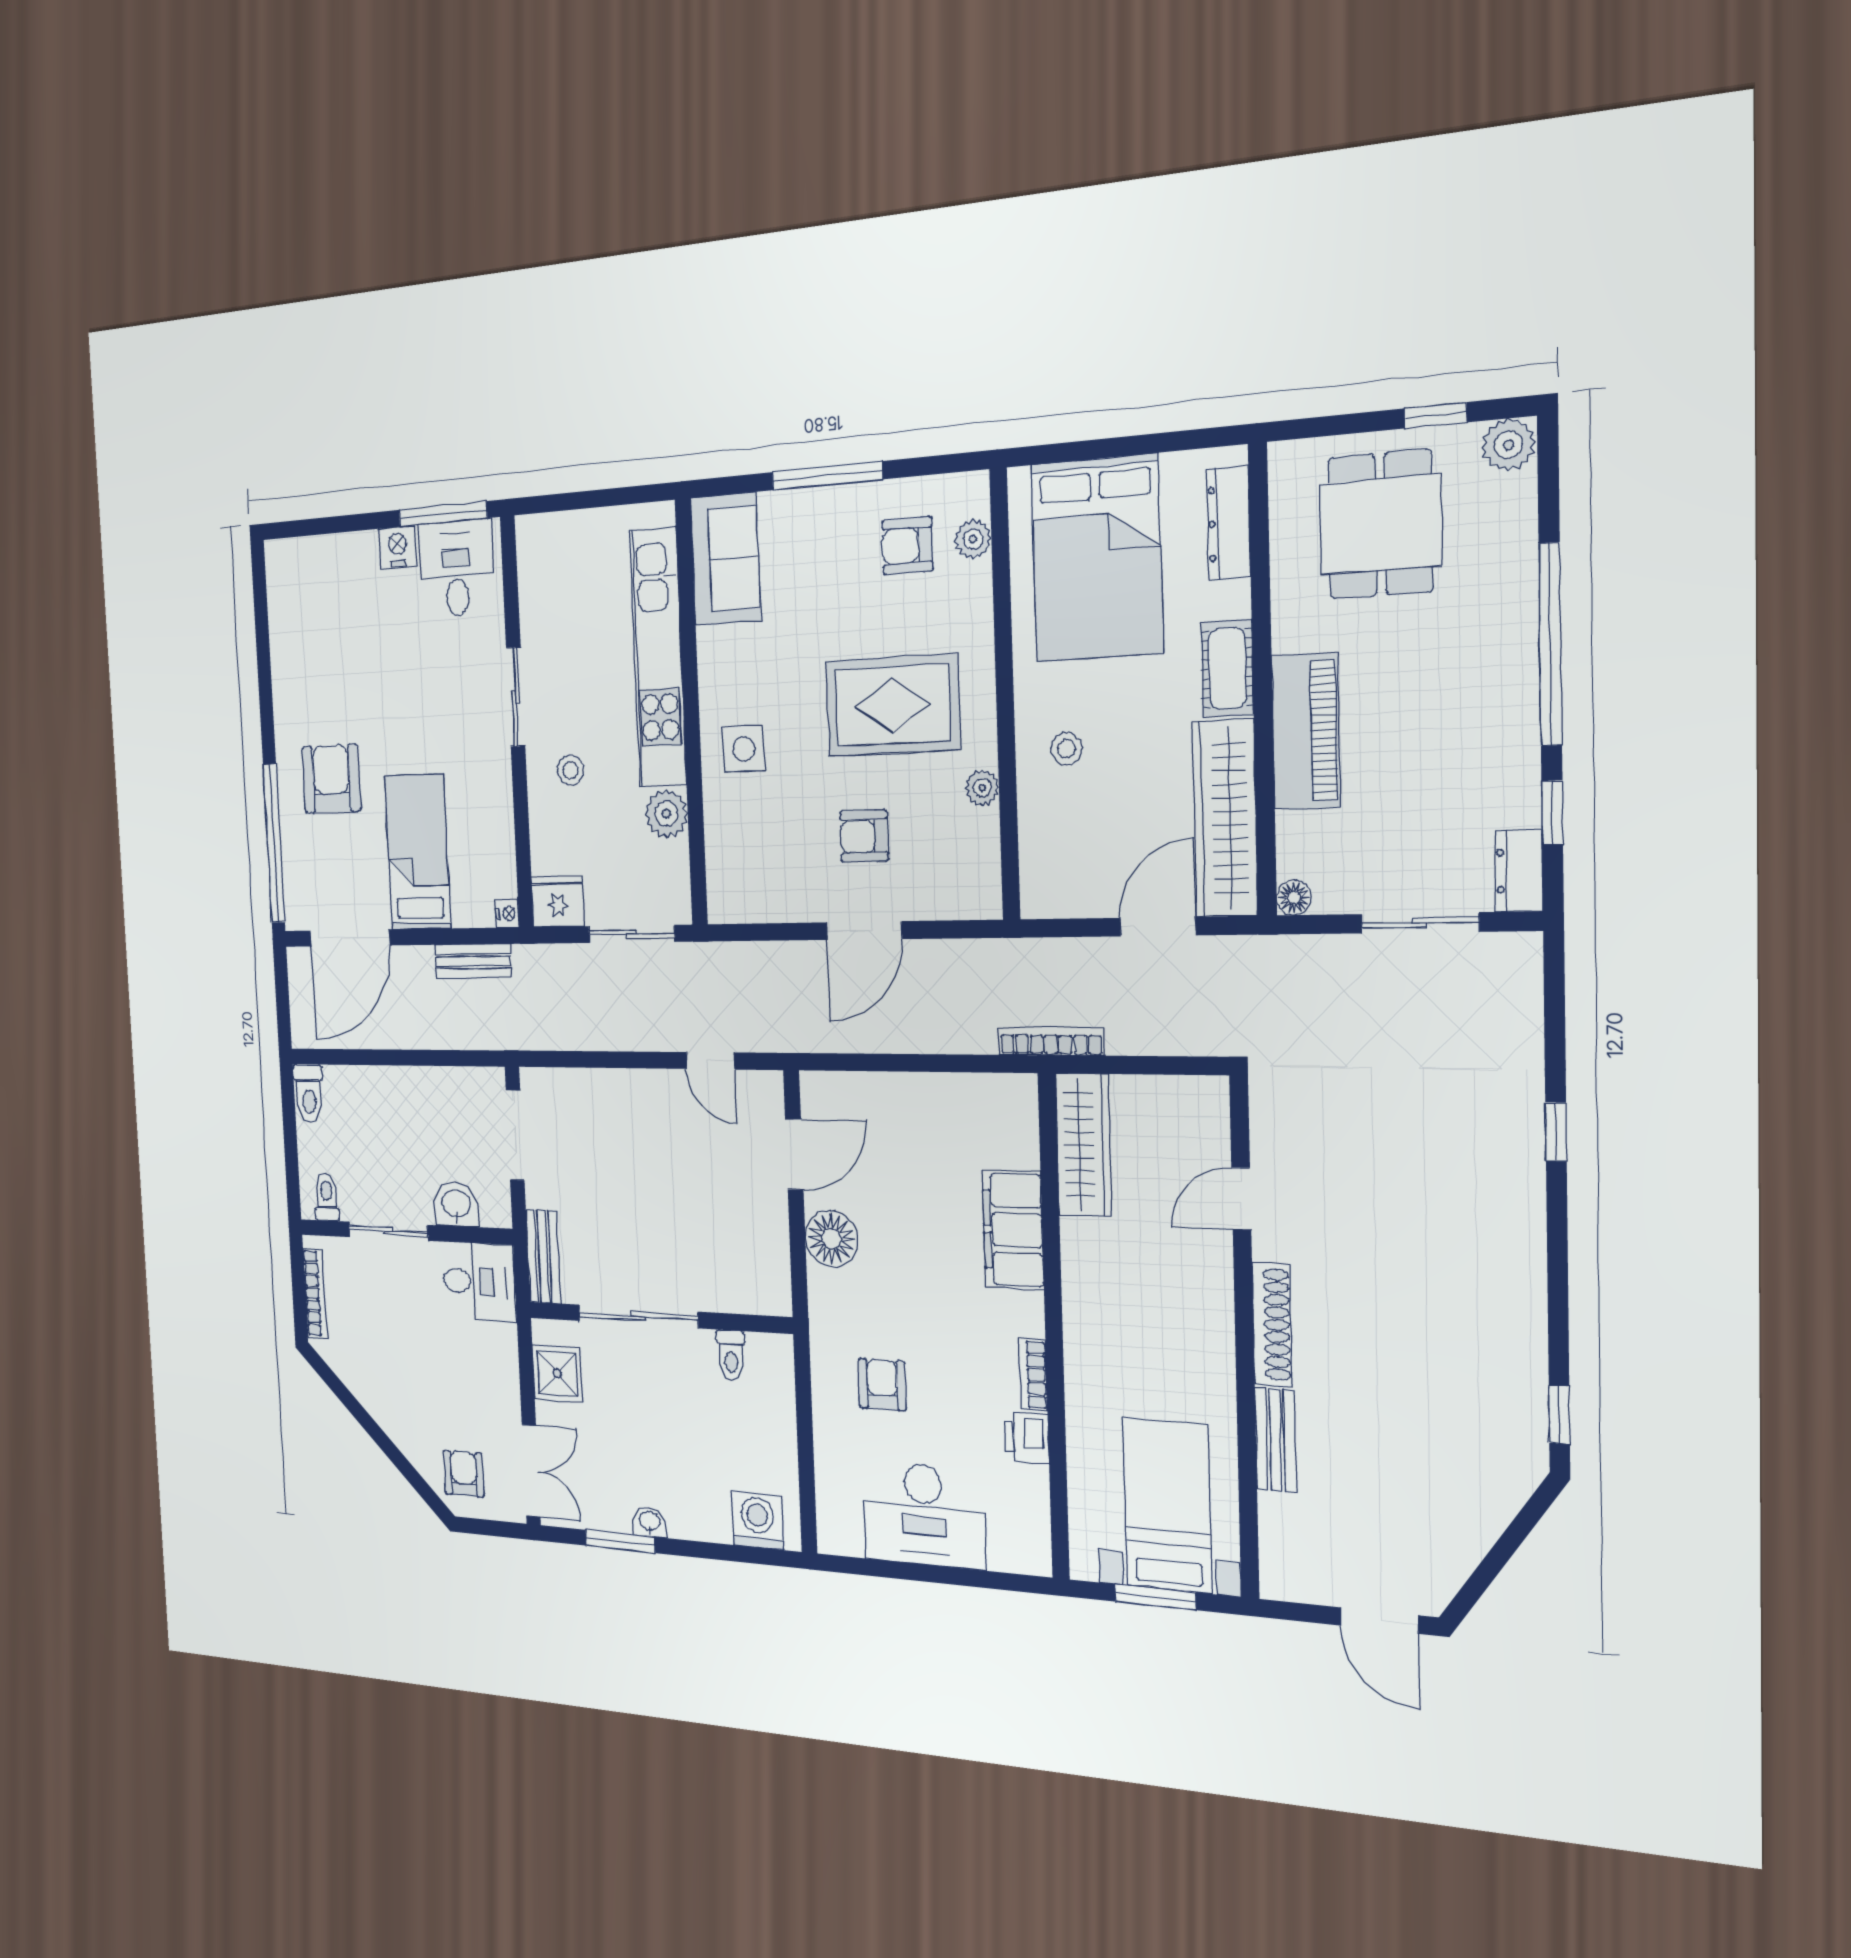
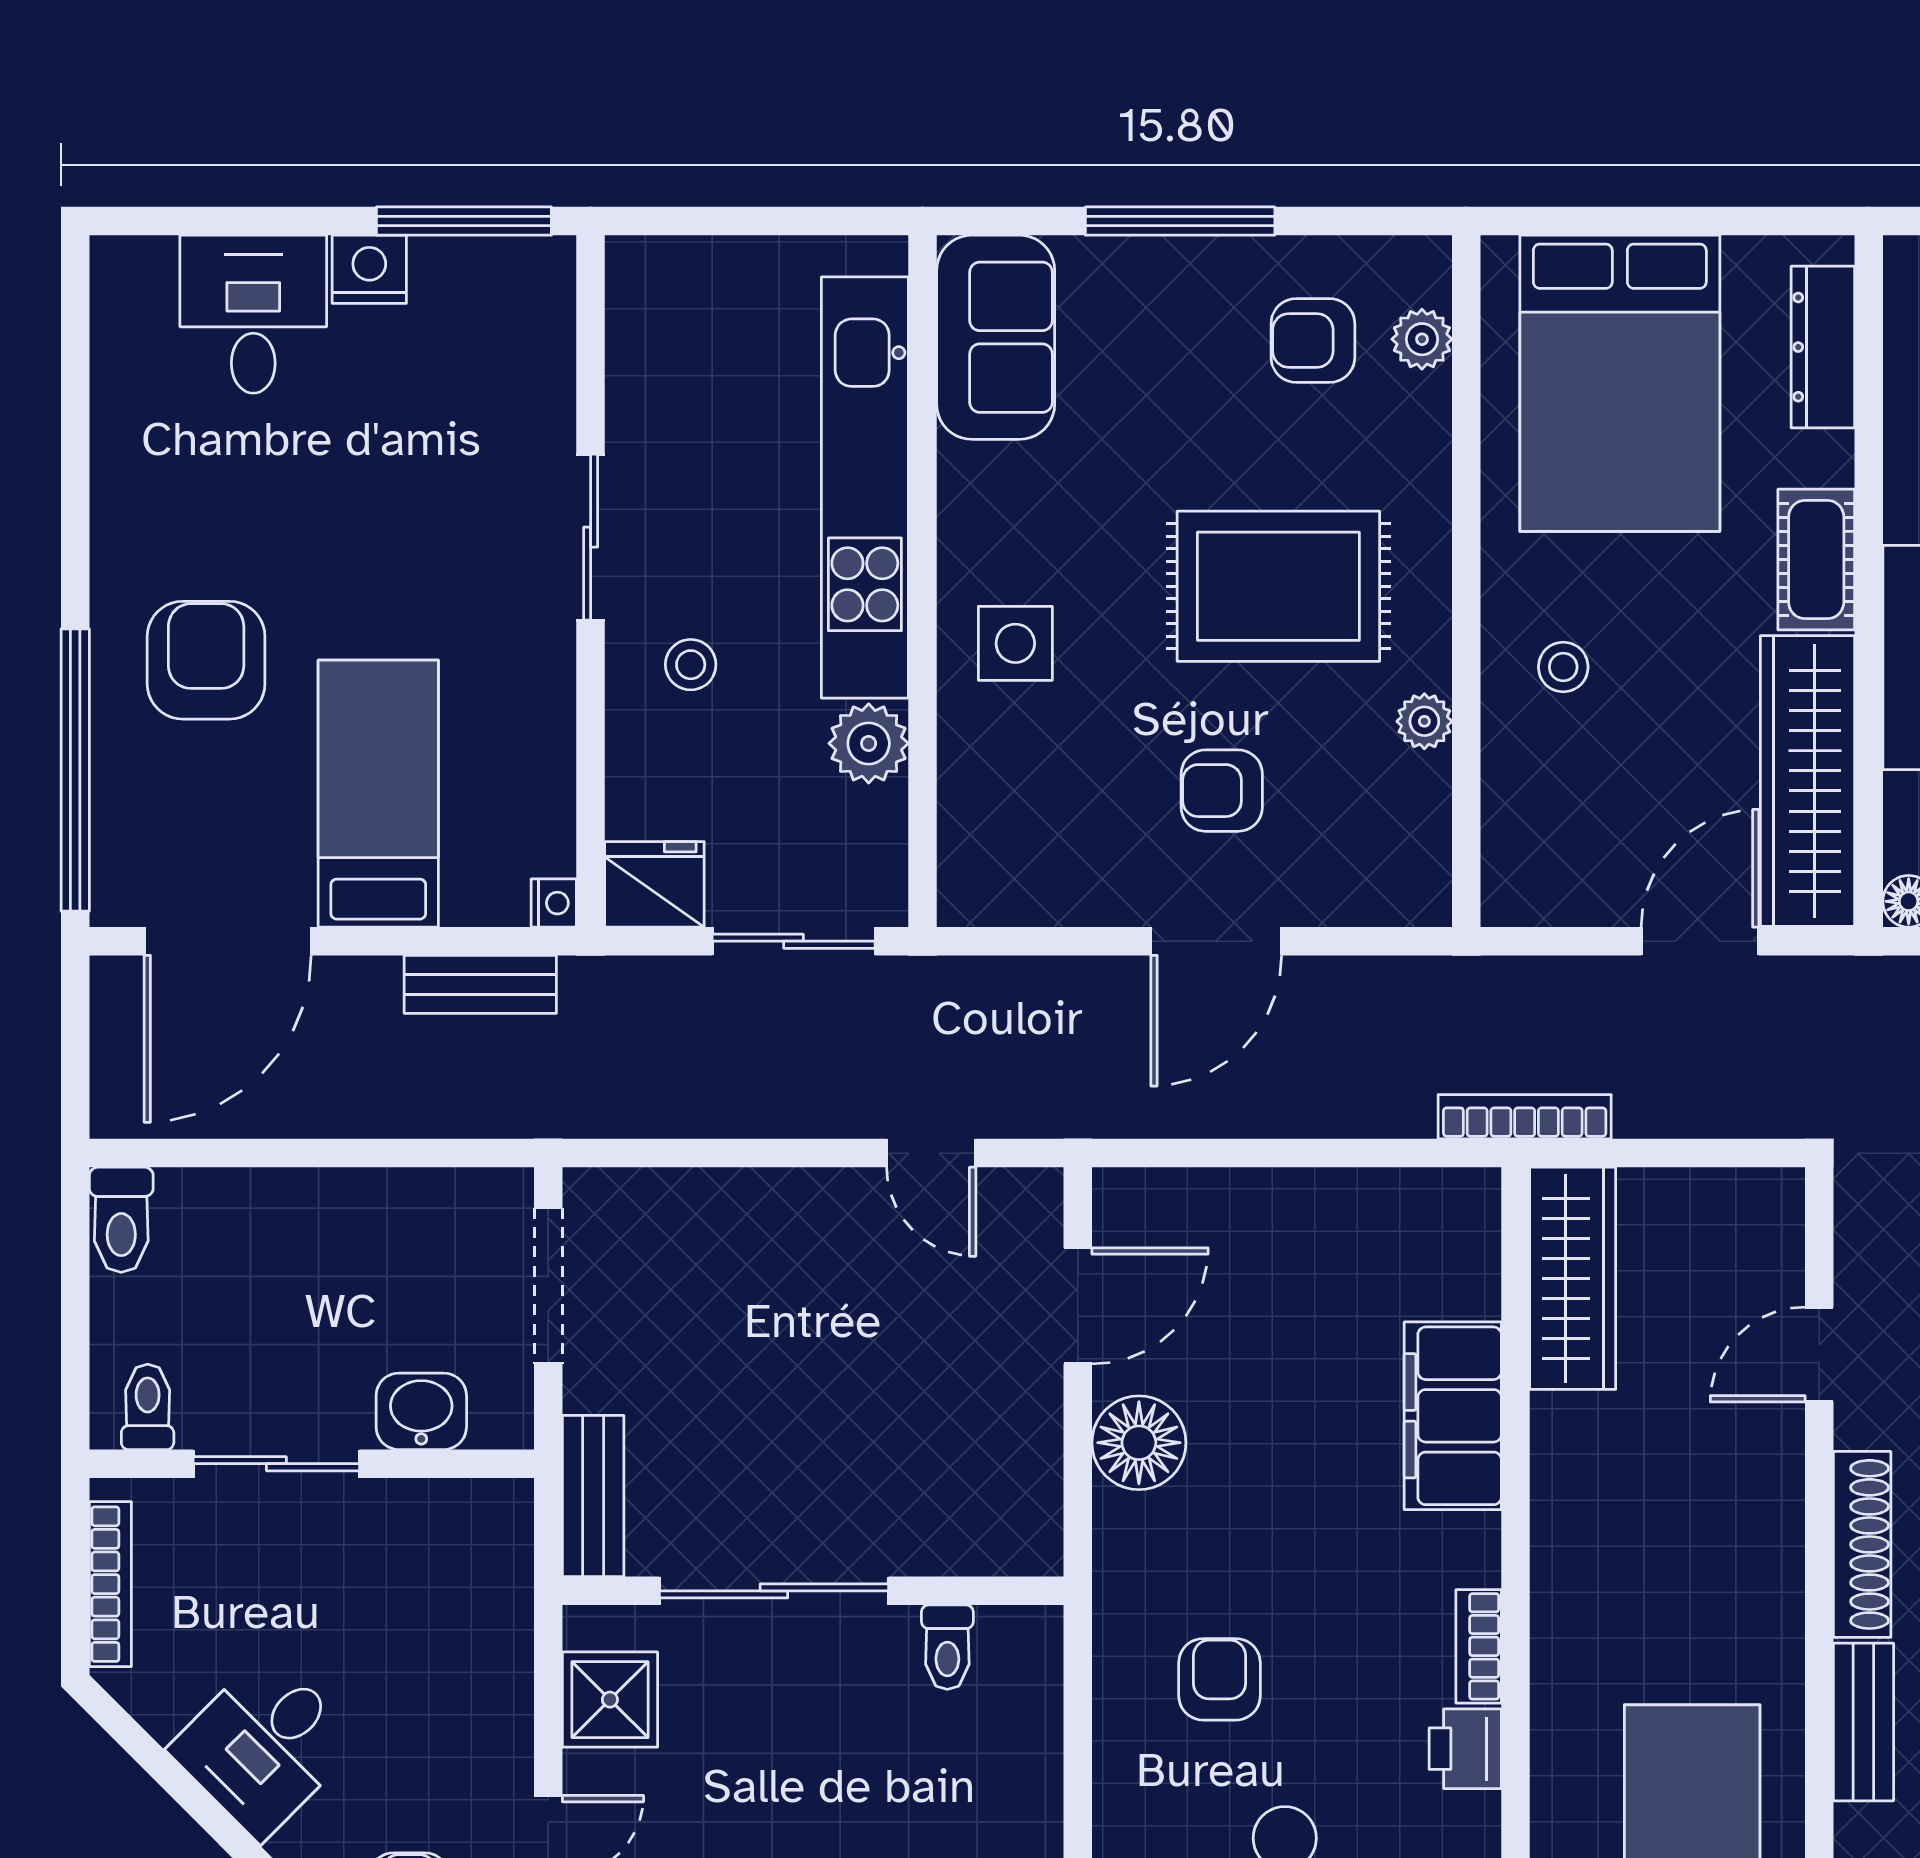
desk: (456, 568) -> (253, 314), moved
desk: (479, 1282) -> (264, 1746), moved, turned 135

